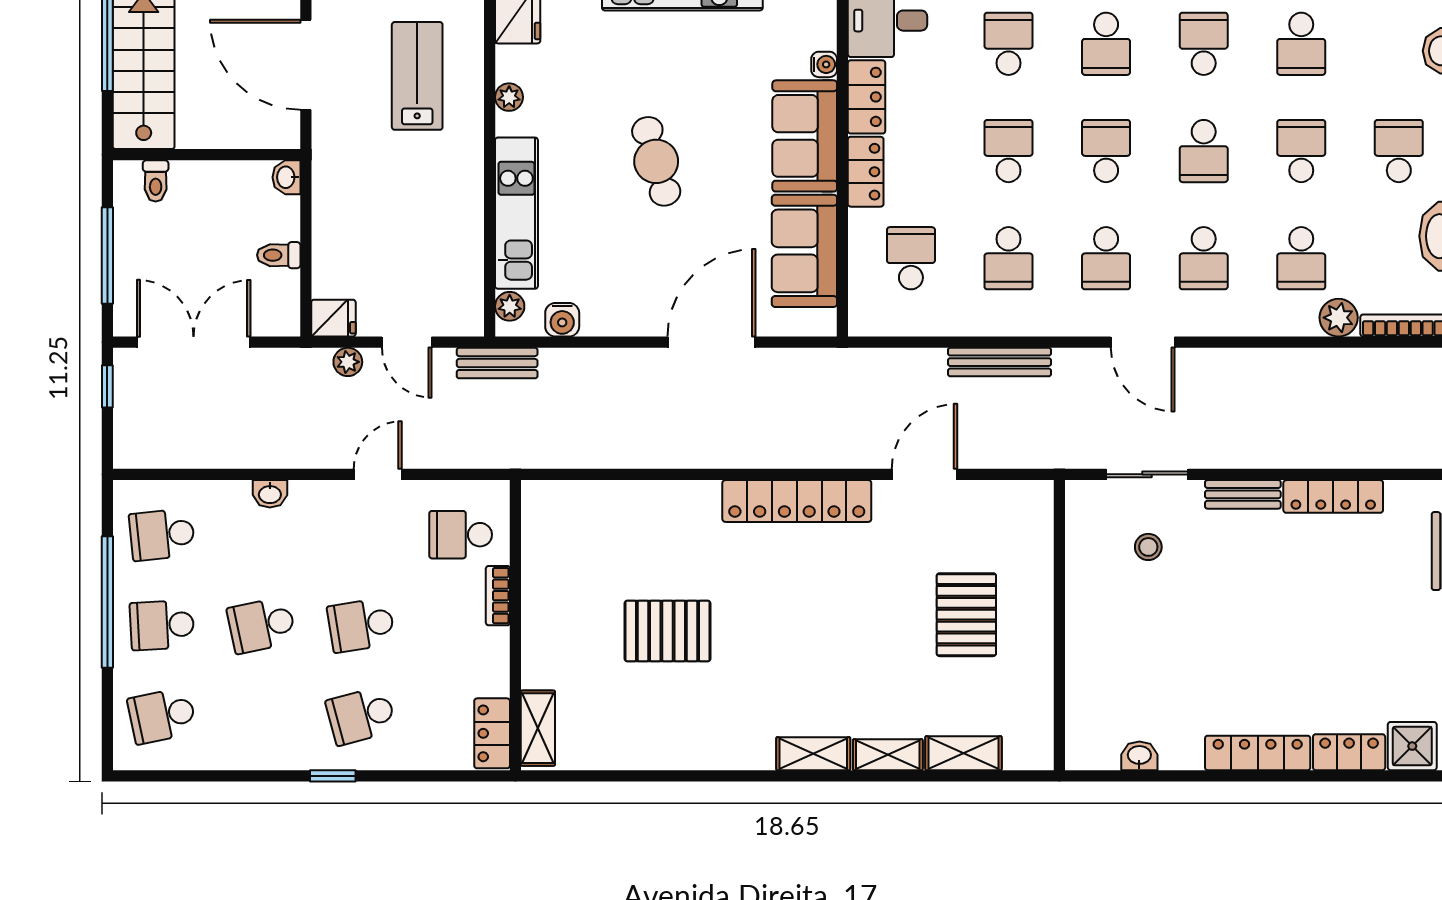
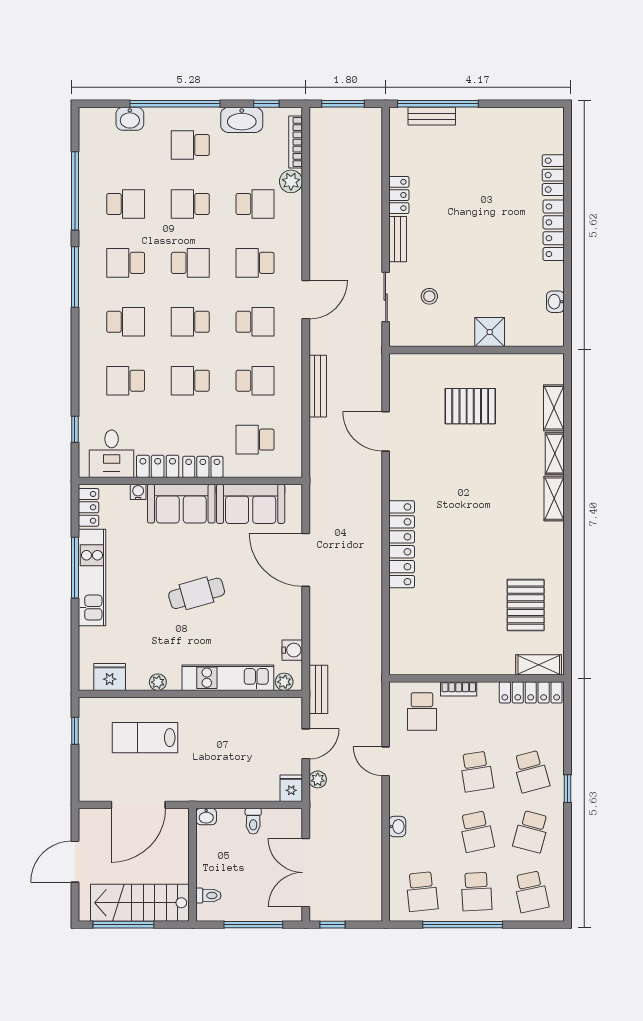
school desk: (1204, 258) -> (255, 263), turned 180
locker: (1333, 496) -> (399, 195), width x0.66
locker: (797, 501) -> (402, 544), moved
pallet: (667, 631) -> (526, 605), moved
school desk: (262, 716) -> (531, 832), added
locker: (492, 733) -> (531, 692), width x1.53
shower: (1412, 746) -> (490, 332), moved

